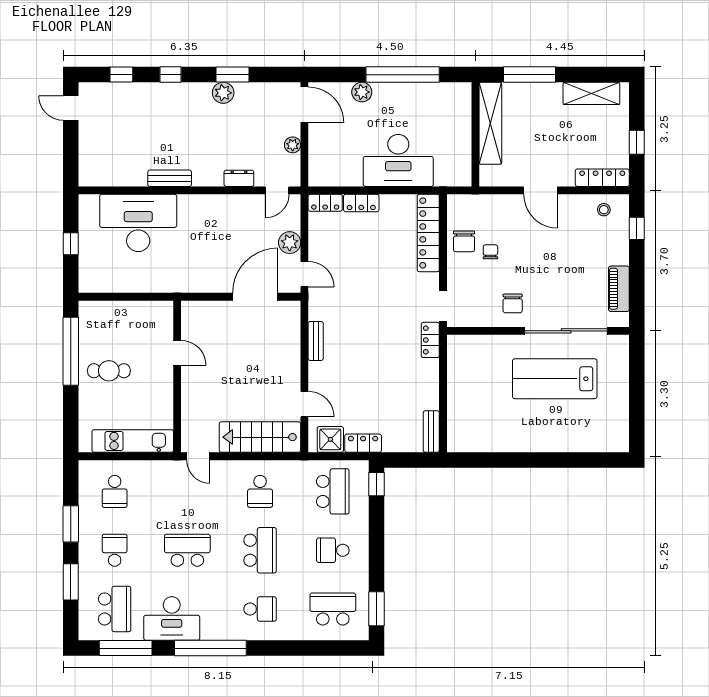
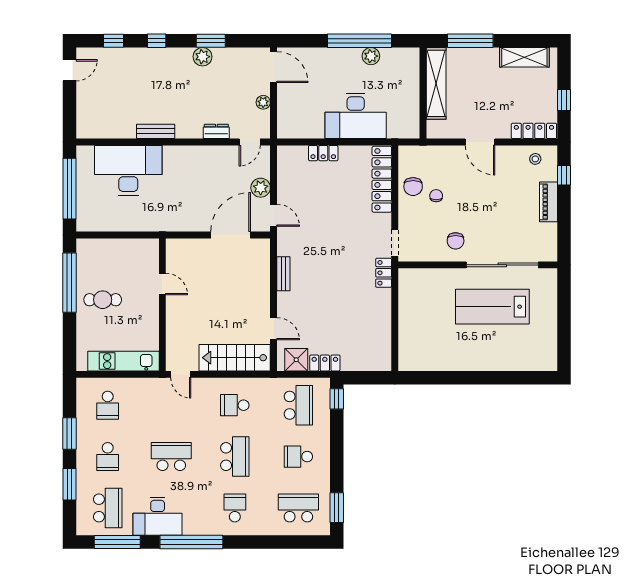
plant: (362, 92) -> (371, 56), moved
door: (71, 108) -> (69, 70), swing flipped
locker: (325, 203) -> (292, 153), removed
window: (71, 244) -> (69, 189), width x3.17
piano: (619, 289) -> (548, 202), moved
bench: (431, 432) -> (384, 353), removed
school desk: (260, 491) -> (235, 405), turned 90
school desk: (115, 550) -> (108, 457), turned 180
school desk: (260, 609) -> (235, 508), turned -90

